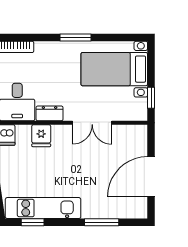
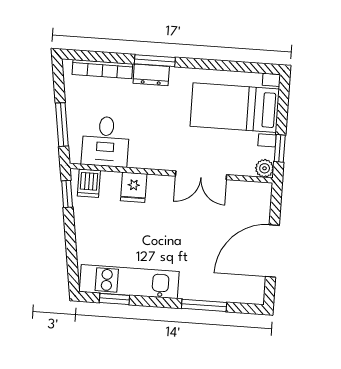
window: (76, 37) -> (155, 61), moved
dresser: (50, 113) -> (151, 75), moved, turned 180
plant: (140, 114) -> (265, 168), added

